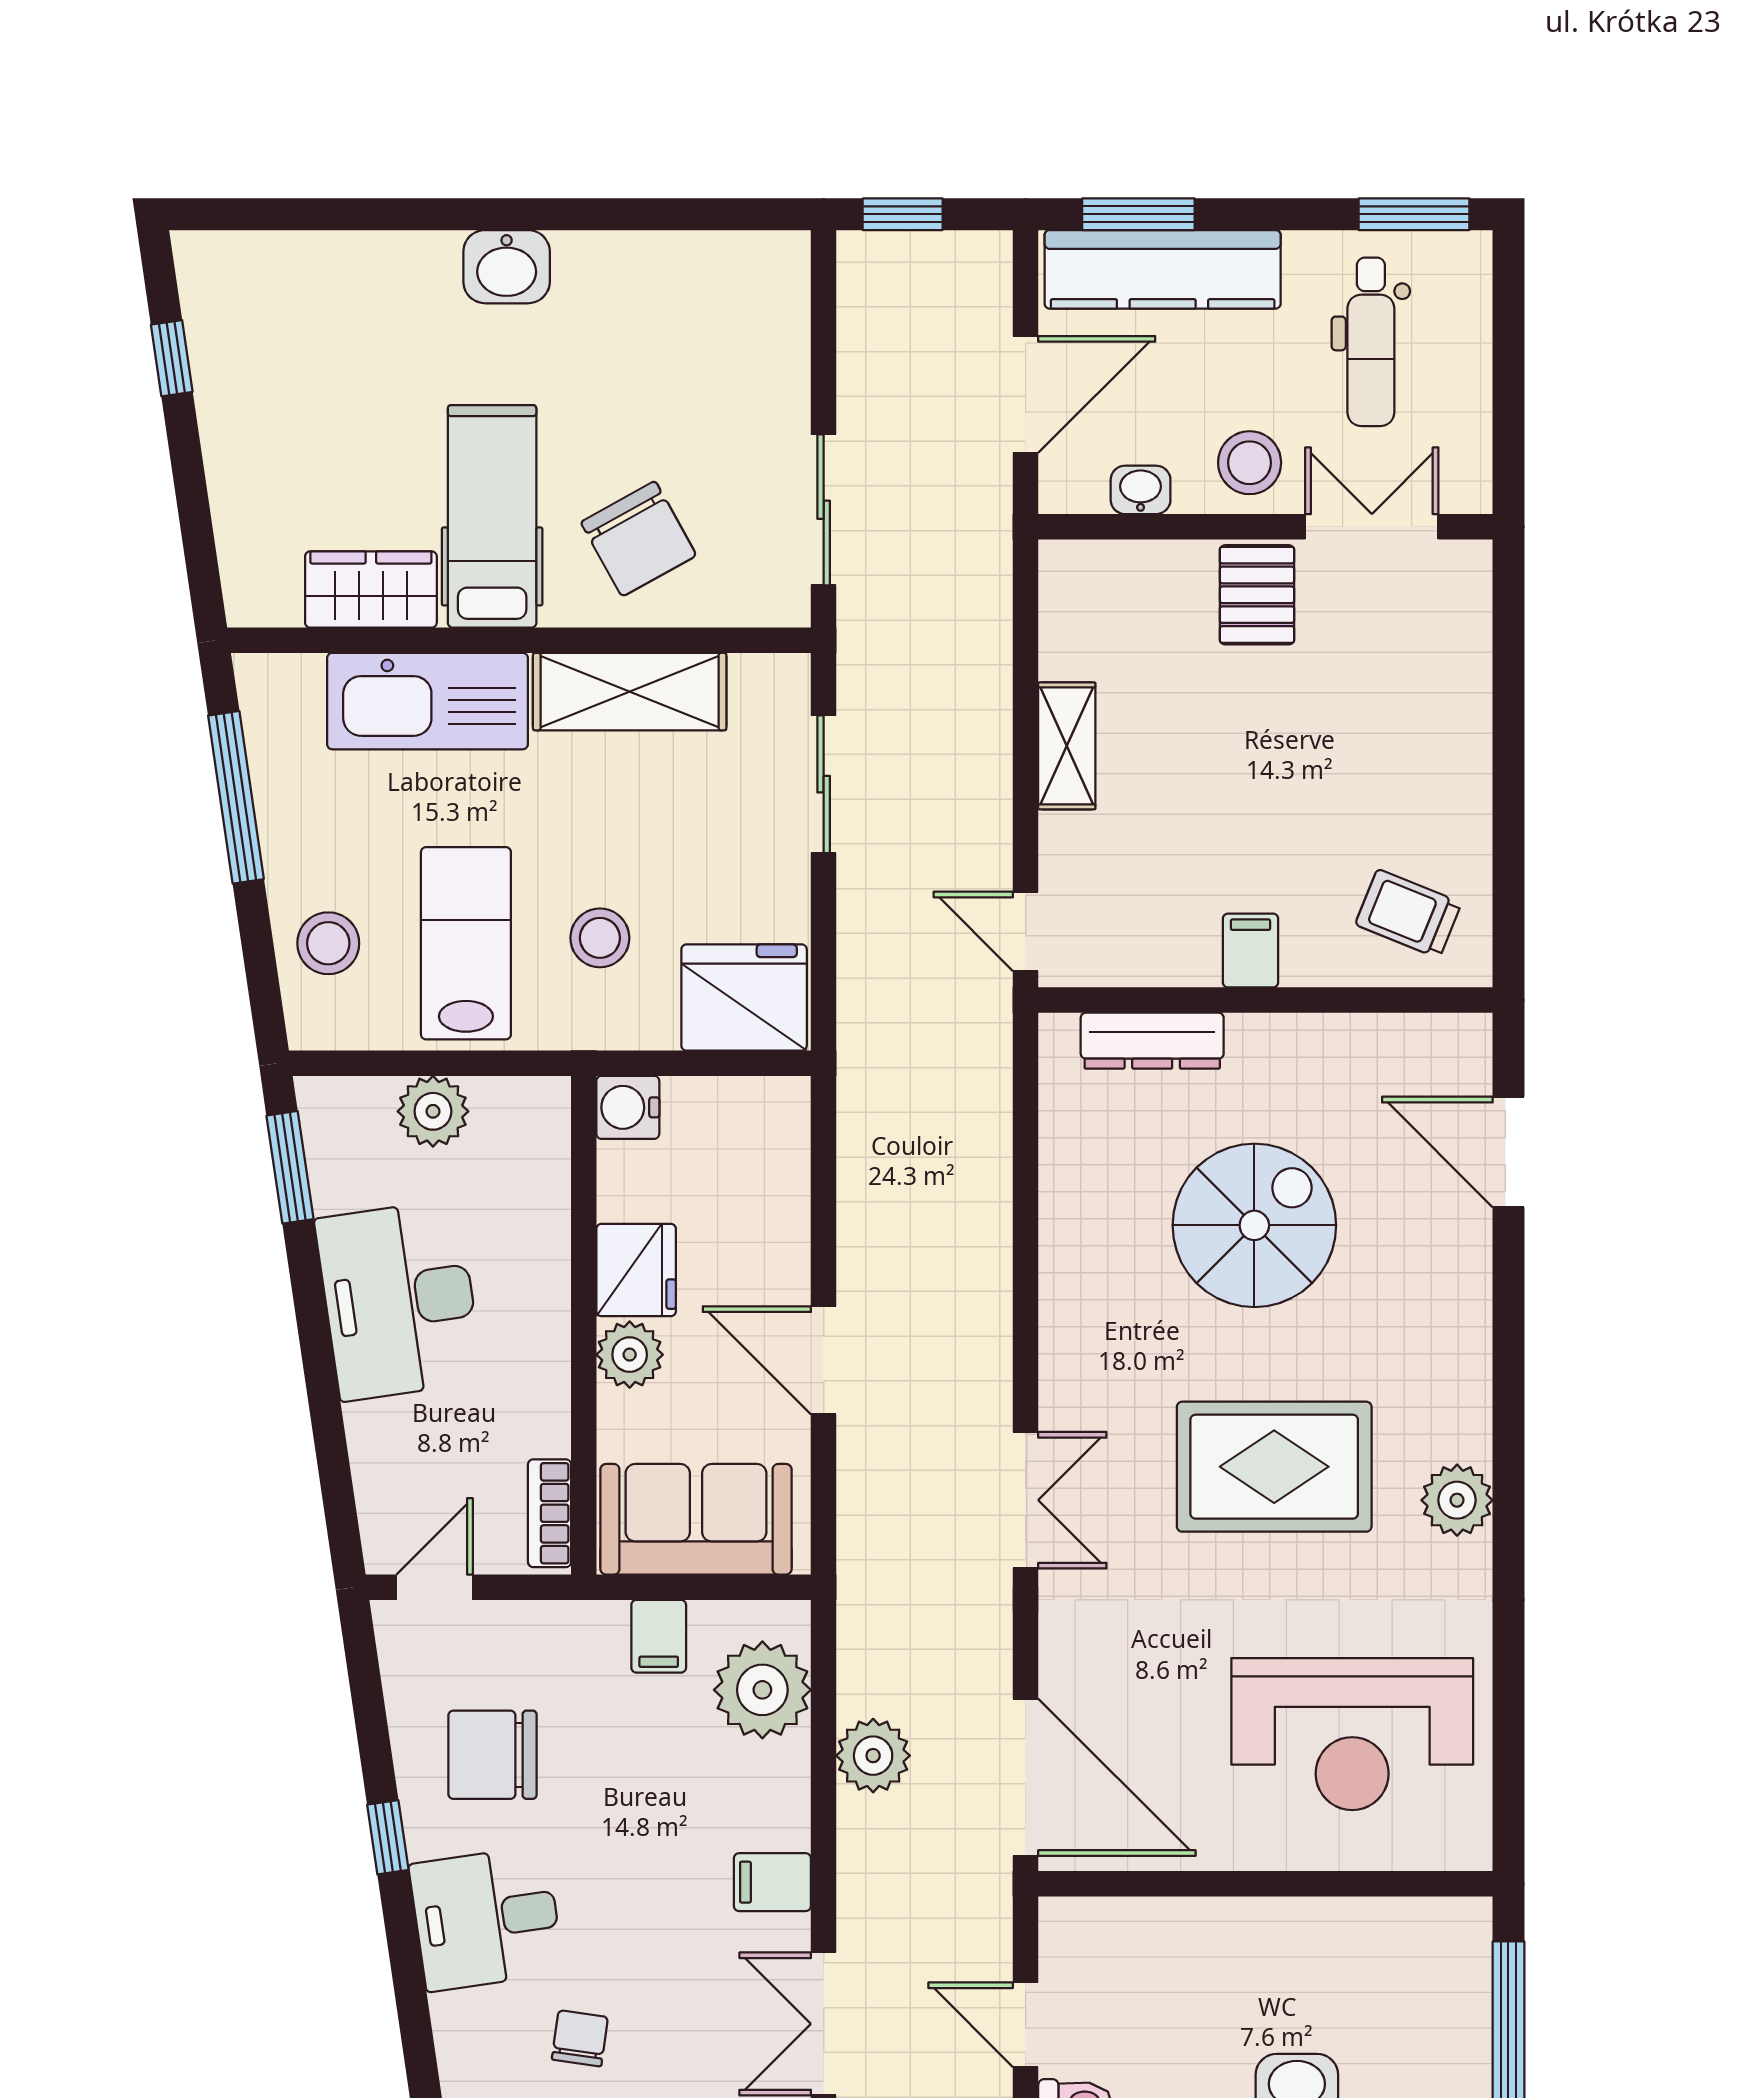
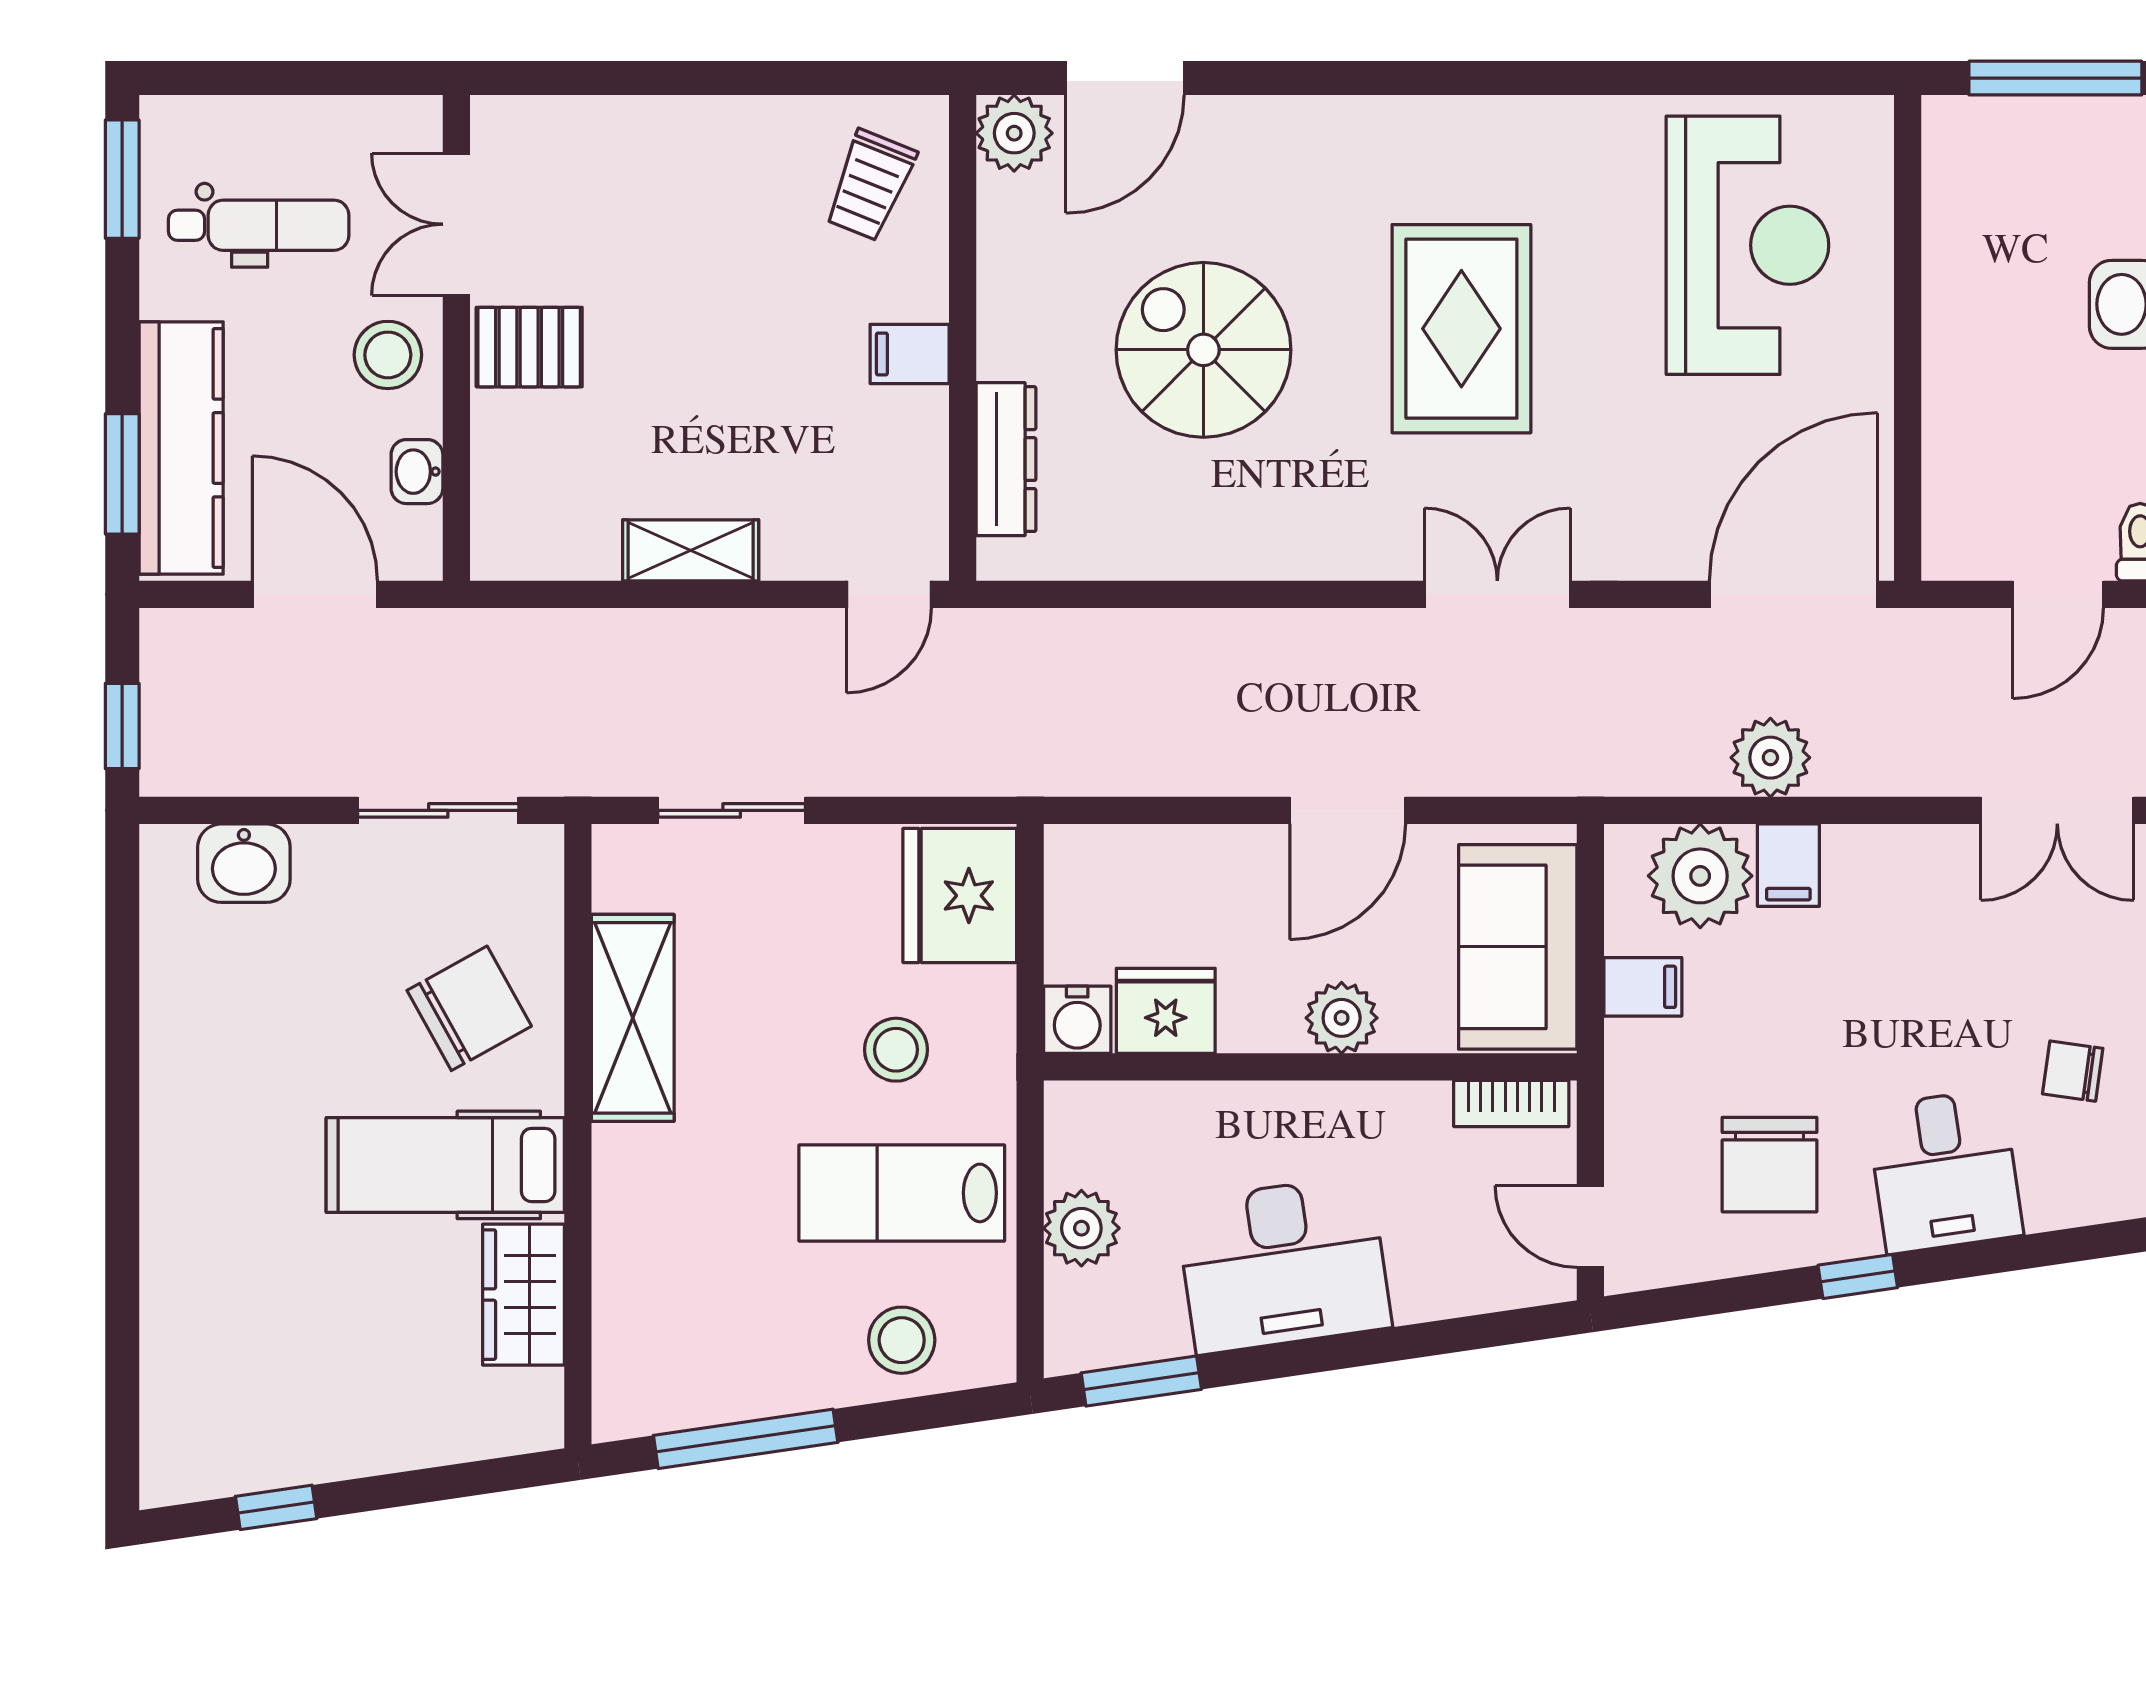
washbasin: (507, 267) -> (244, 863), moved, turned 90
kitchen sink: (427, 701) -> (643, 1234), removed
fridge: (636, 1270) -> (1166, 1011), moved
plant: (1457, 1500) -> (1014, 133), moved
filing cabinet: (772, 1882) -> (1788, 865), moved

